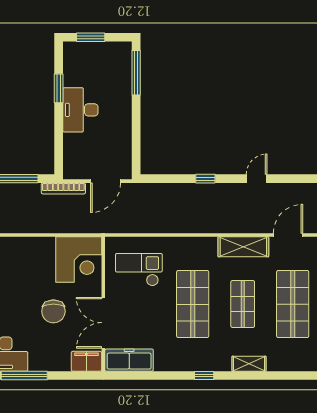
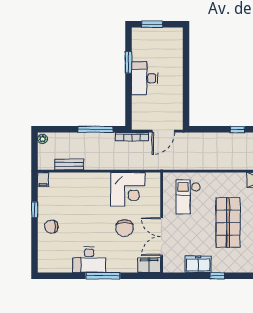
window: (136, 73) -> (186, 51), removed
corner desk: (79, 259) -> (128, 189), moved
checkout: (139, 270) -> (188, 197), turned -90
freezer: (129, 360) -> (198, 264), moved, width x0.71
window: (204, 376) -> (217, 276), moved

